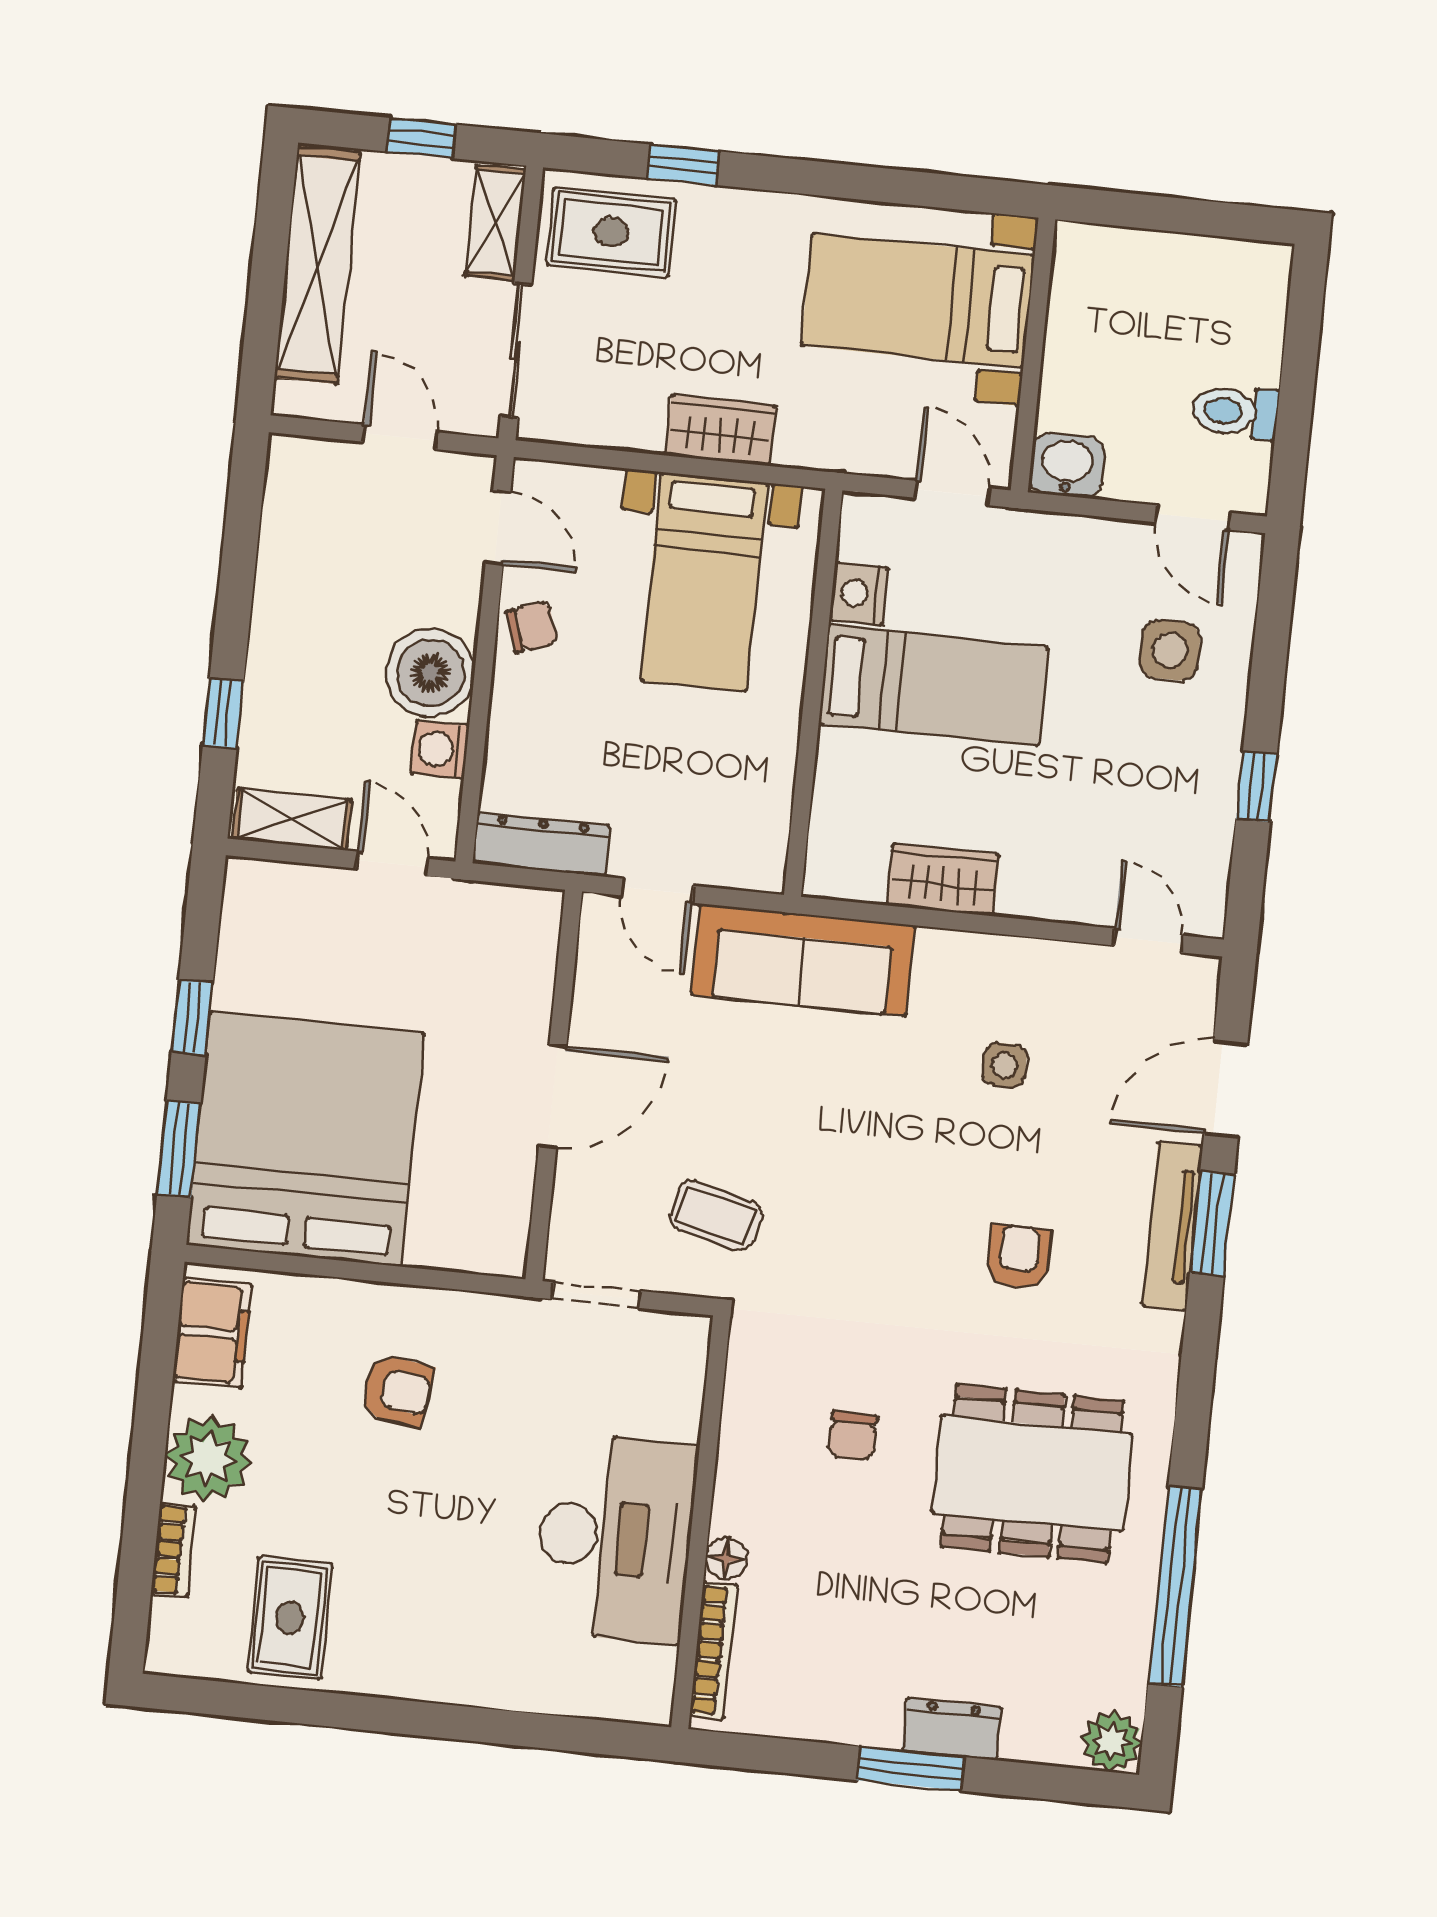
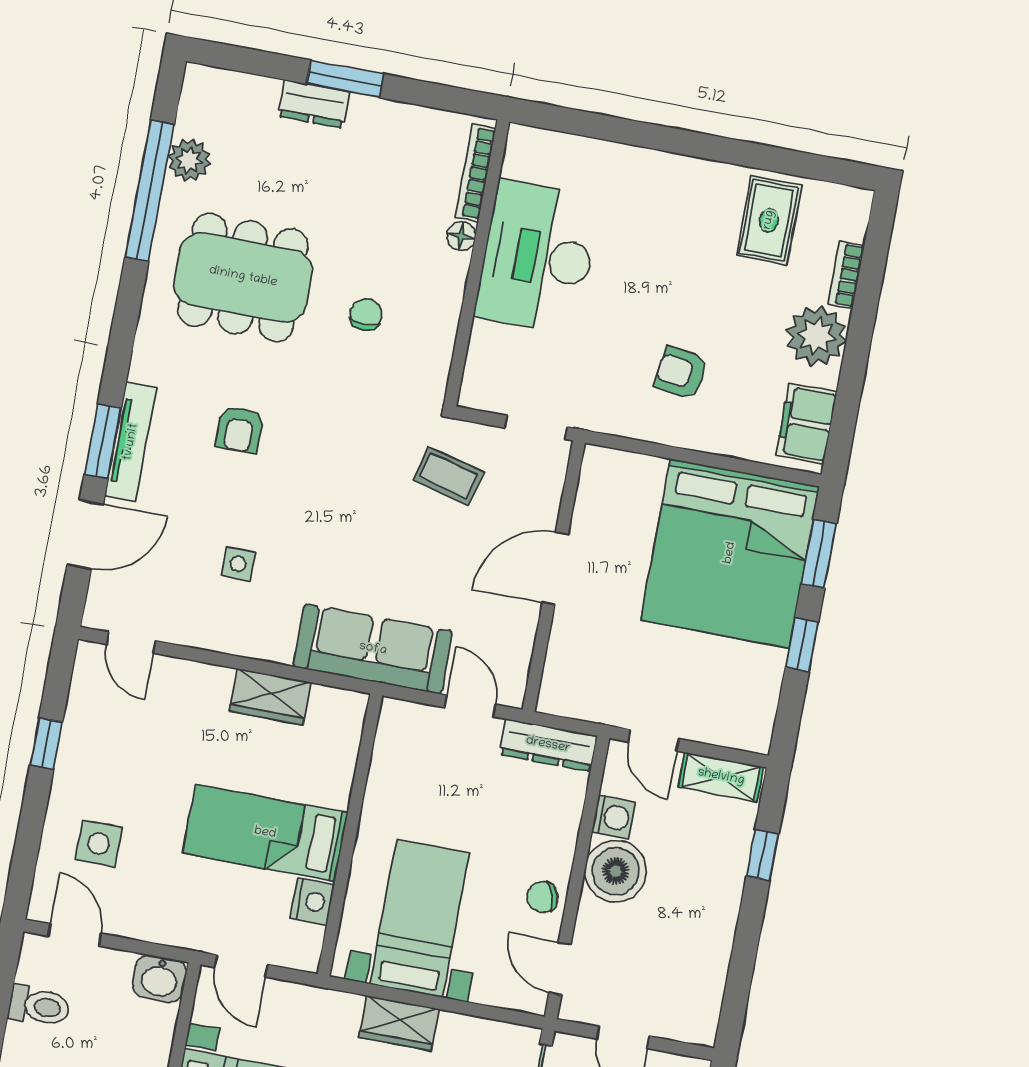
plant: (1112, 1741) -> (189, 160), moved

